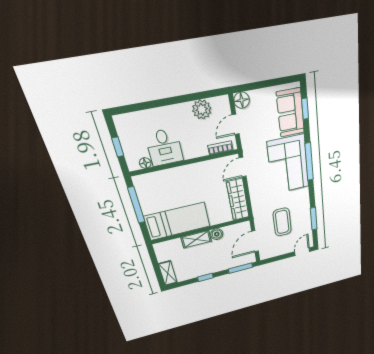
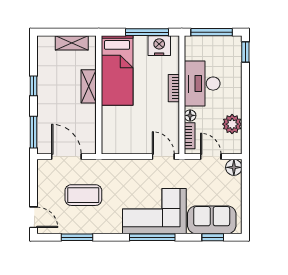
window: (127, 109) -> (245, 52), added
window: (118, 147) -> (212, 32), width x2.17
desk: (164, 147) -> (202, 84), width x1.37
floor lamp: (145, 163) -> (190, 115), moved
bookcase: (181, 171) -> (174, 88), added
nightstand: (146, 192) -> (159, 46), added
wardrobe: (238, 200) -> (126, 145), removed
boiler: (217, 234) -> (89, 112), removed
shelving: (168, 273) -> (72, 43), moved

